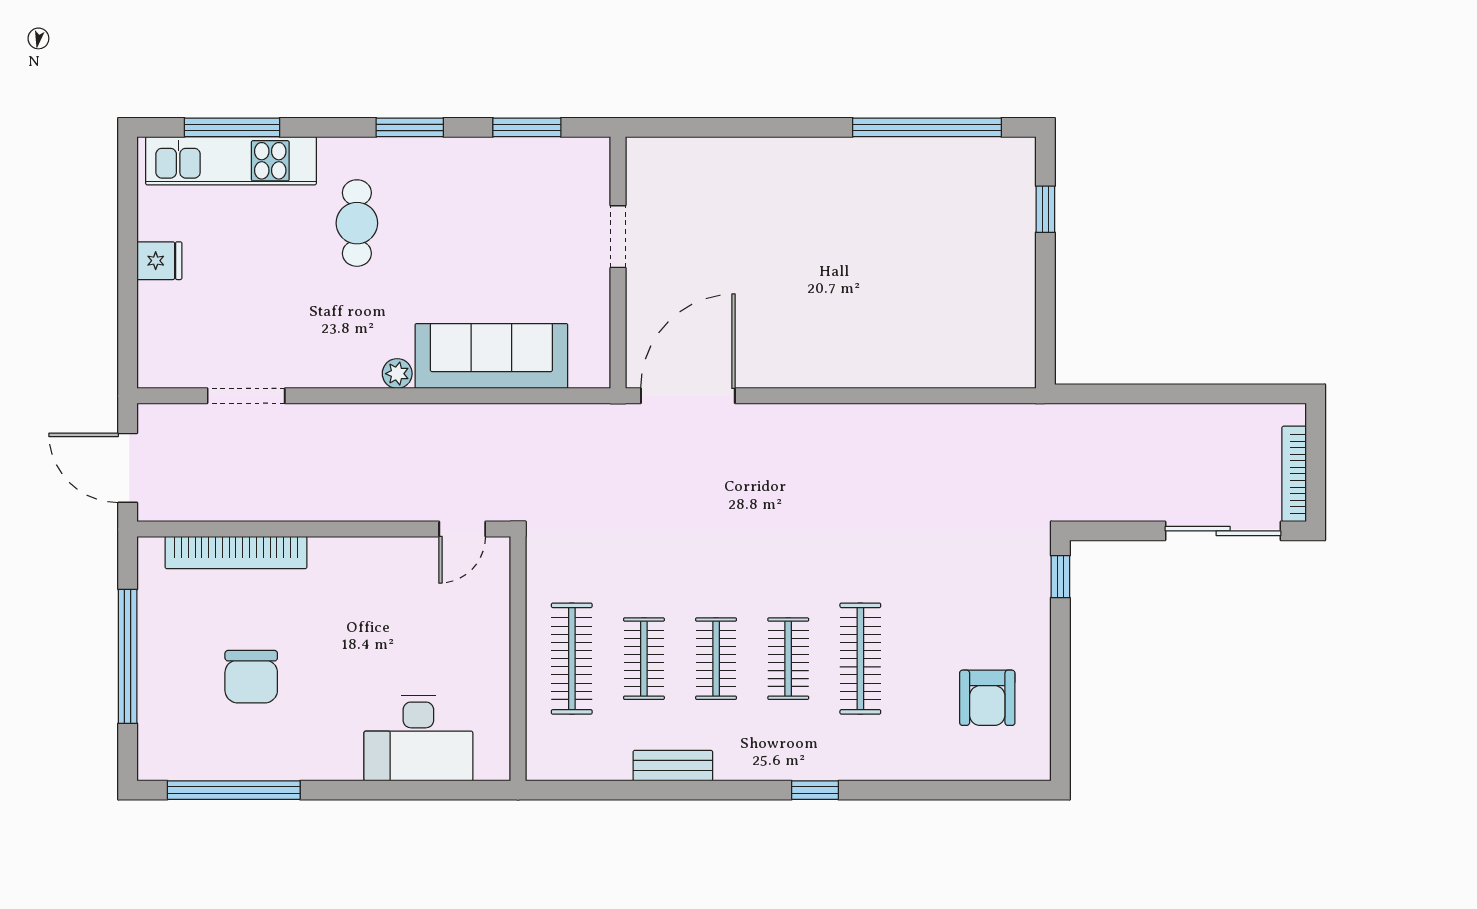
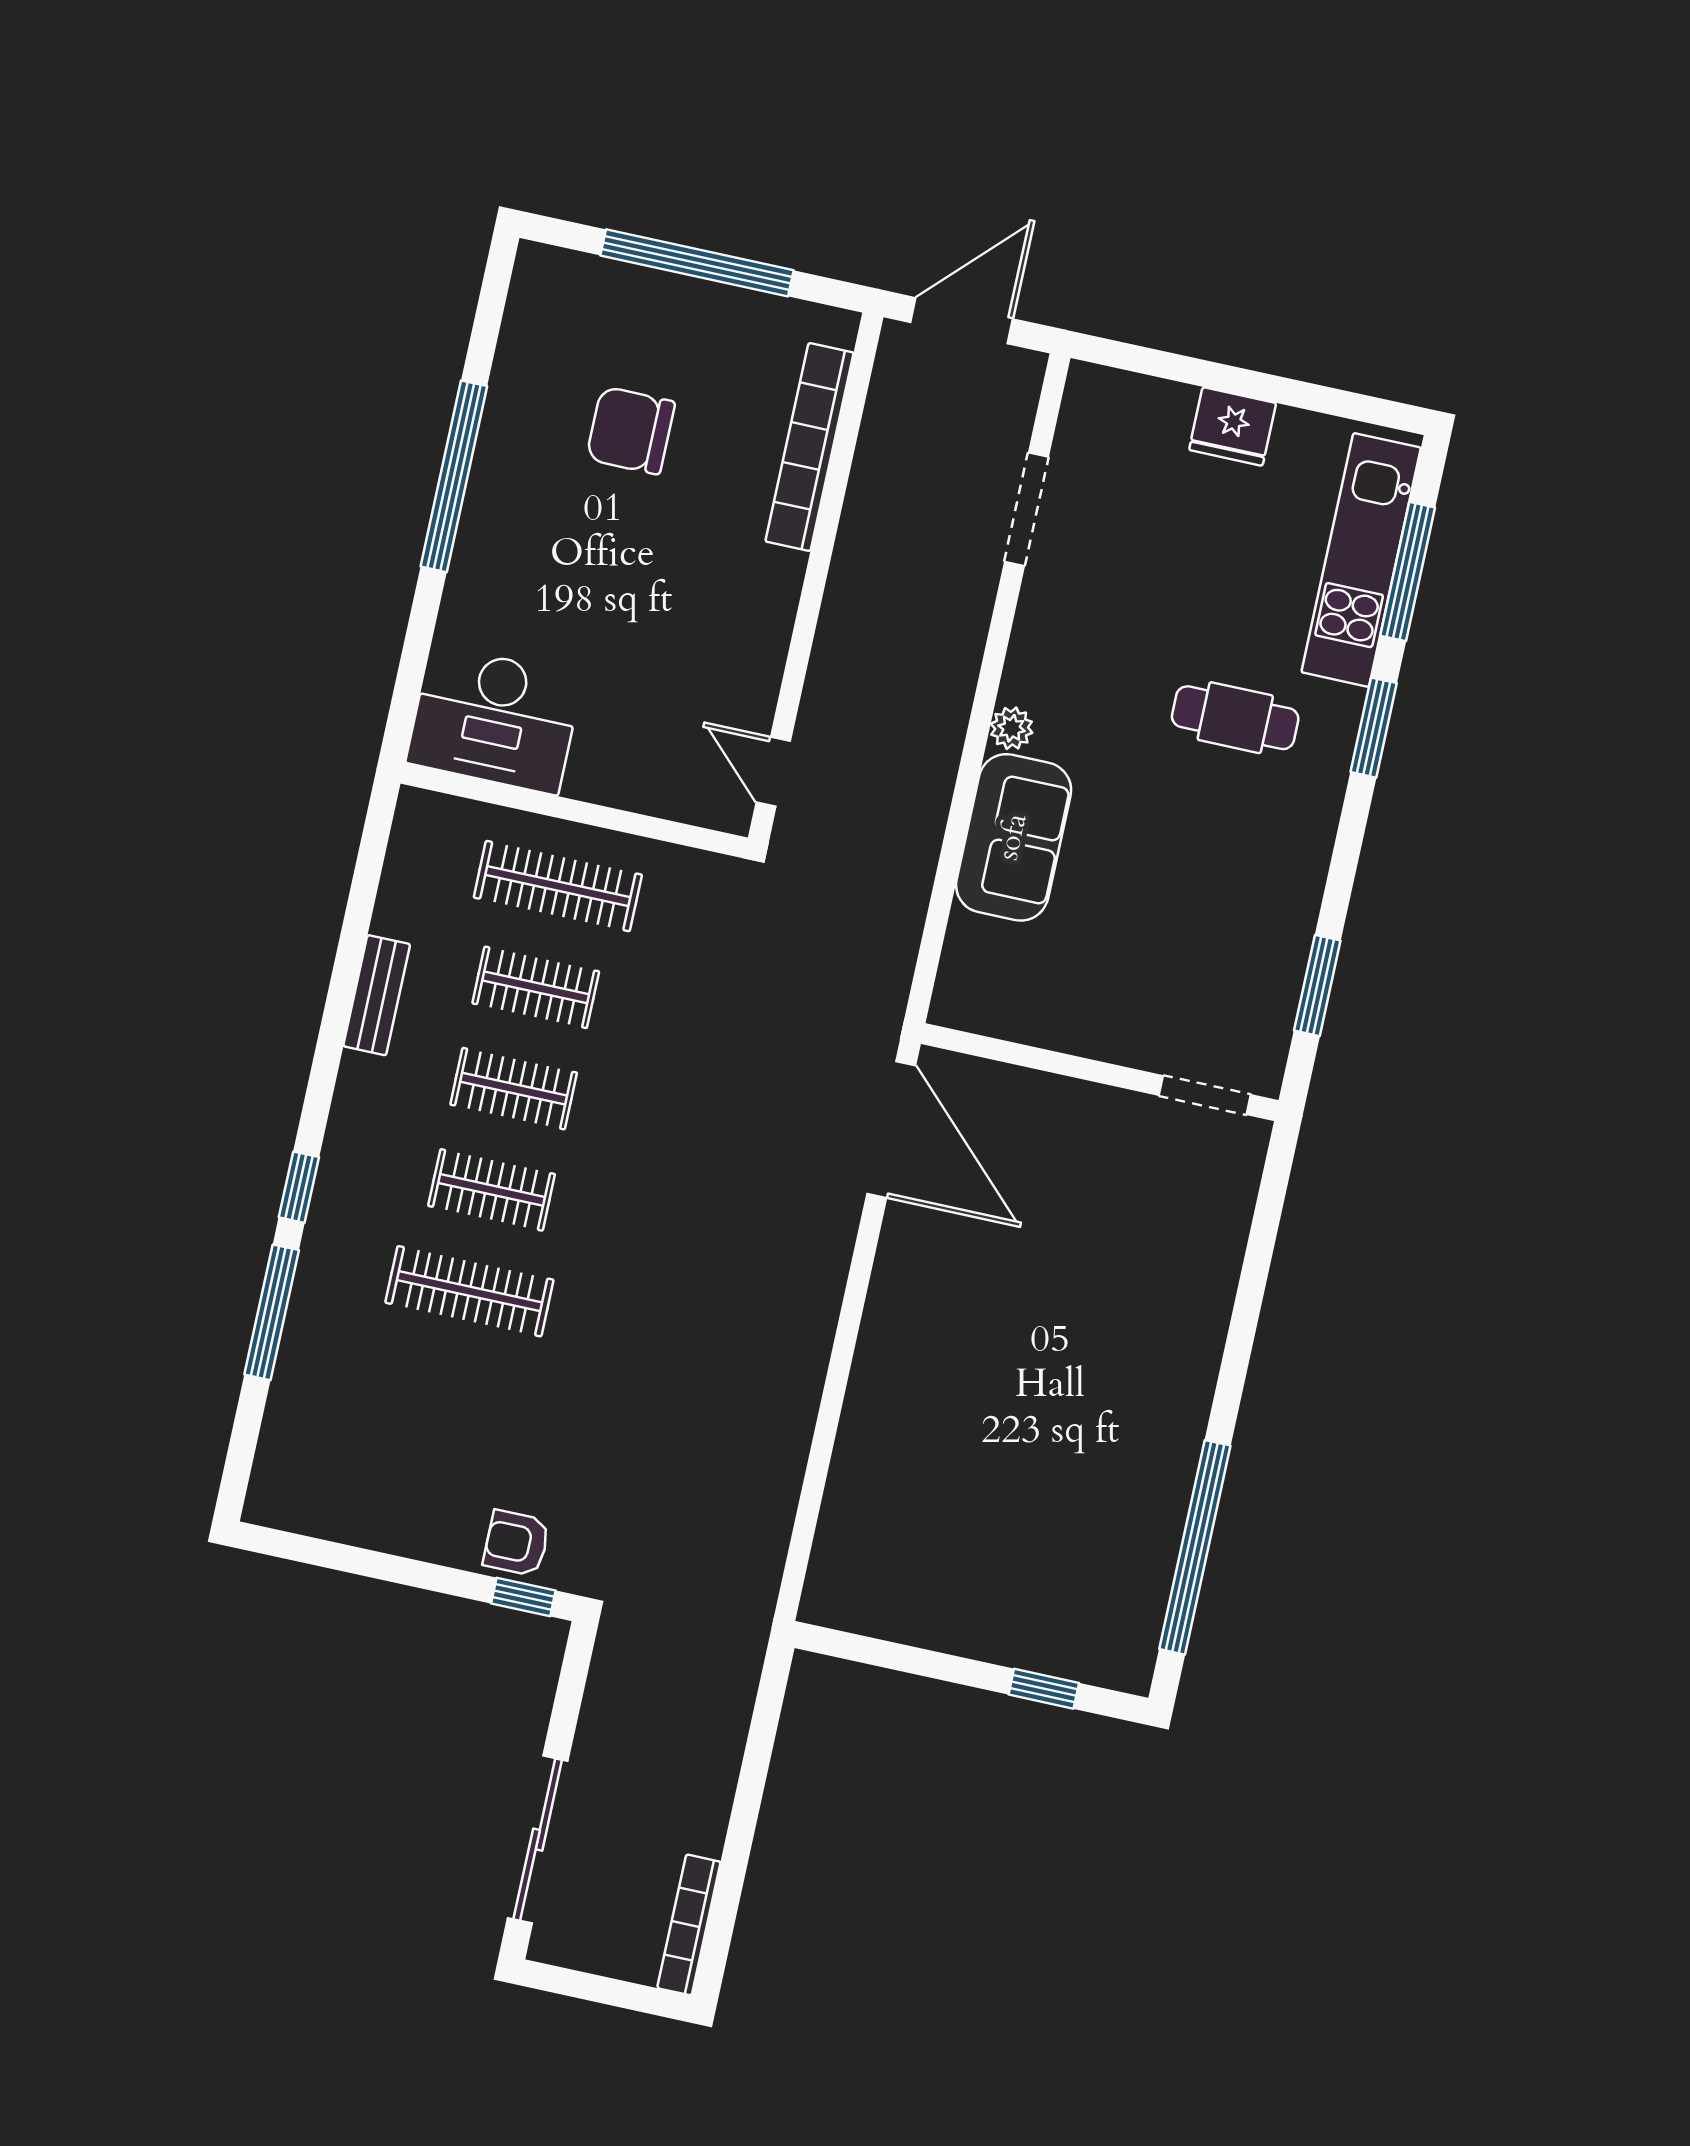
window: (410, 127) -> (1374, 728), moved
doorway: (618, 237) -> (1205, 1095), moved
fridge: (159, 261) -> (1233, 427), width x1.38
sofa: (491, 356) -> (1014, 837), width x0.73
bookcase: (1294, 474) -> (689, 1925), moved, turned -90
armchair: (987, 698) -> (516, 1543), moved, width x0.72, depth x0.72
desk: (418, 738) -> (494, 719), moved, turned -90
window: (234, 790) -> (454, 476), moved
window: (904, 790) -> (272, 1312), added

